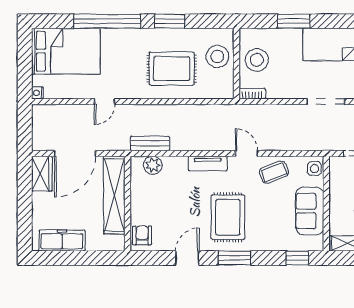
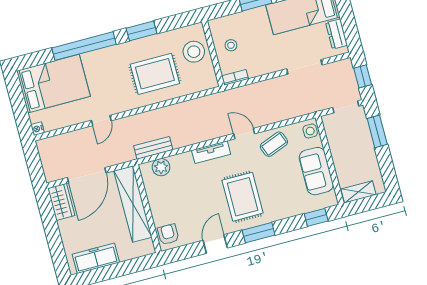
stool: (257, 60) -> (231, 45), width x0.53, depth x0.53

